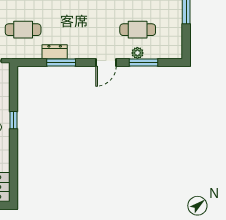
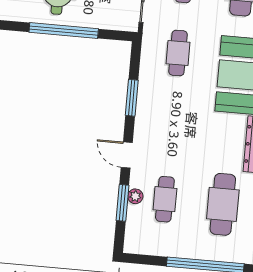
dresser: (55, 52) -> (146, 91), removed
window: (13, 120) -> (64, 30), width x3.17

